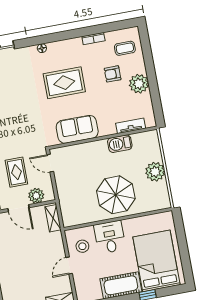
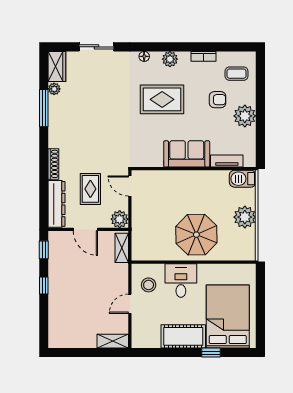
plant: (65, 46) -> (170, 59), added
armchair: (113, 74) -> (218, 100), turned 180
sofa: (77, 129) -> (187, 154), moved
barbecue: (120, 144) -> (243, 179), moved
plant: (36, 196) -> (120, 219), moved

